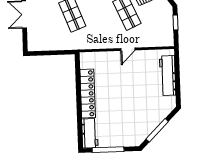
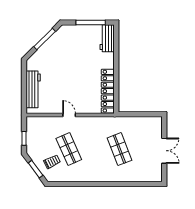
door: (128, 49) -> (69, 115), hinge flipped
locker: (88, 93) -> (108, 91), moved

